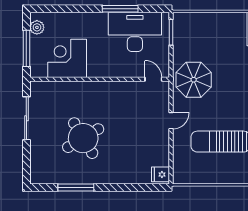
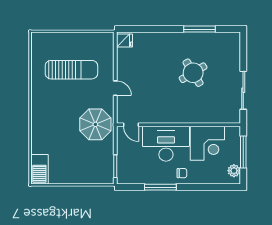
chair: (96, 25) -> (182, 173), added
desk: (135, 32) -> (166, 144), moved, turned 180
door: (171, 121) -> (115, 88), swing flipped
round table: (83, 138) -> (193, 73), width x0.73, depth x0.73

